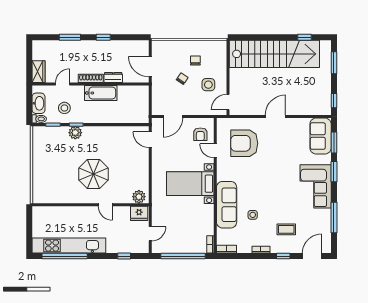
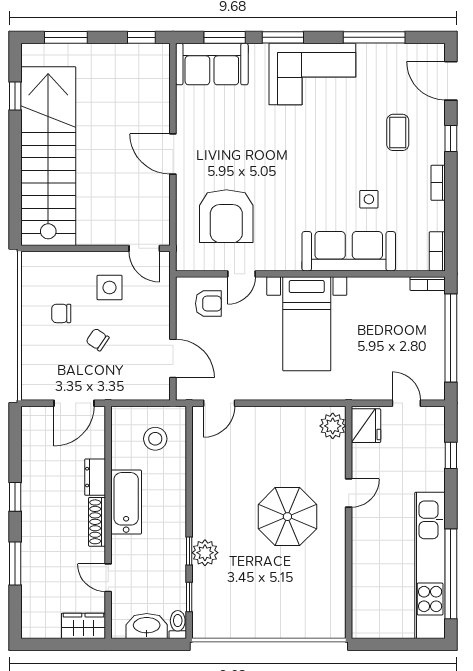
stool: (64, 108) -> (155, 439), moved

